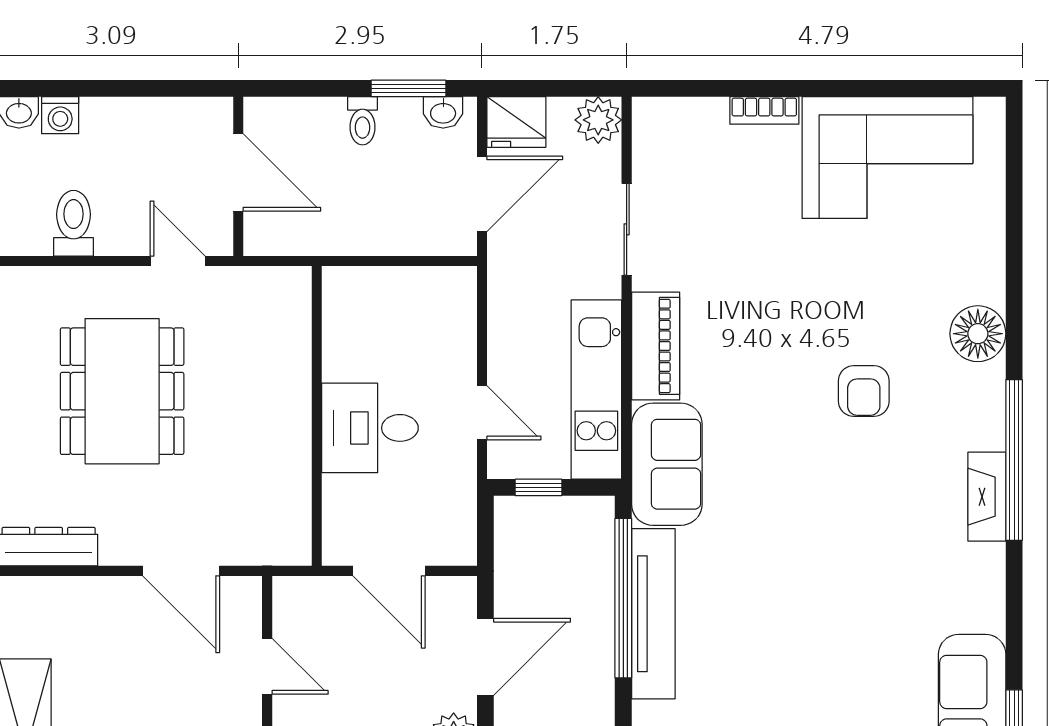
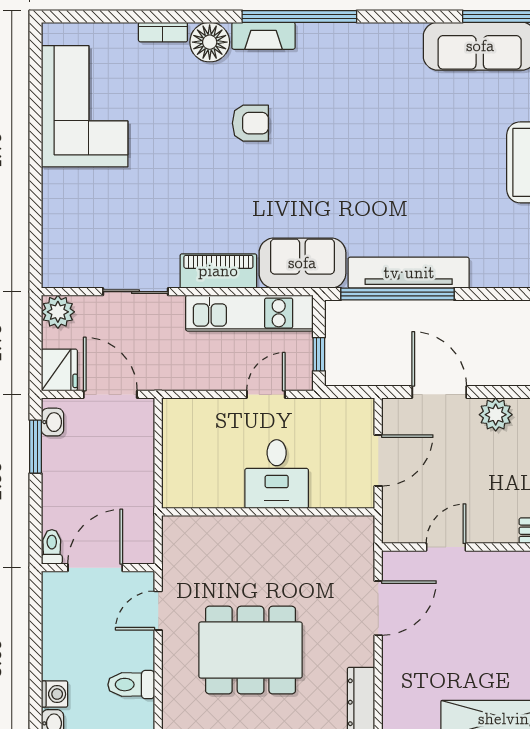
bookcase: (764, 110) -> (163, 32), moved, turned 90
toilet: (362, 121) -> (52, 547), moved, turned -90
fireplace: (987, 497) -> (263, 36), moved

